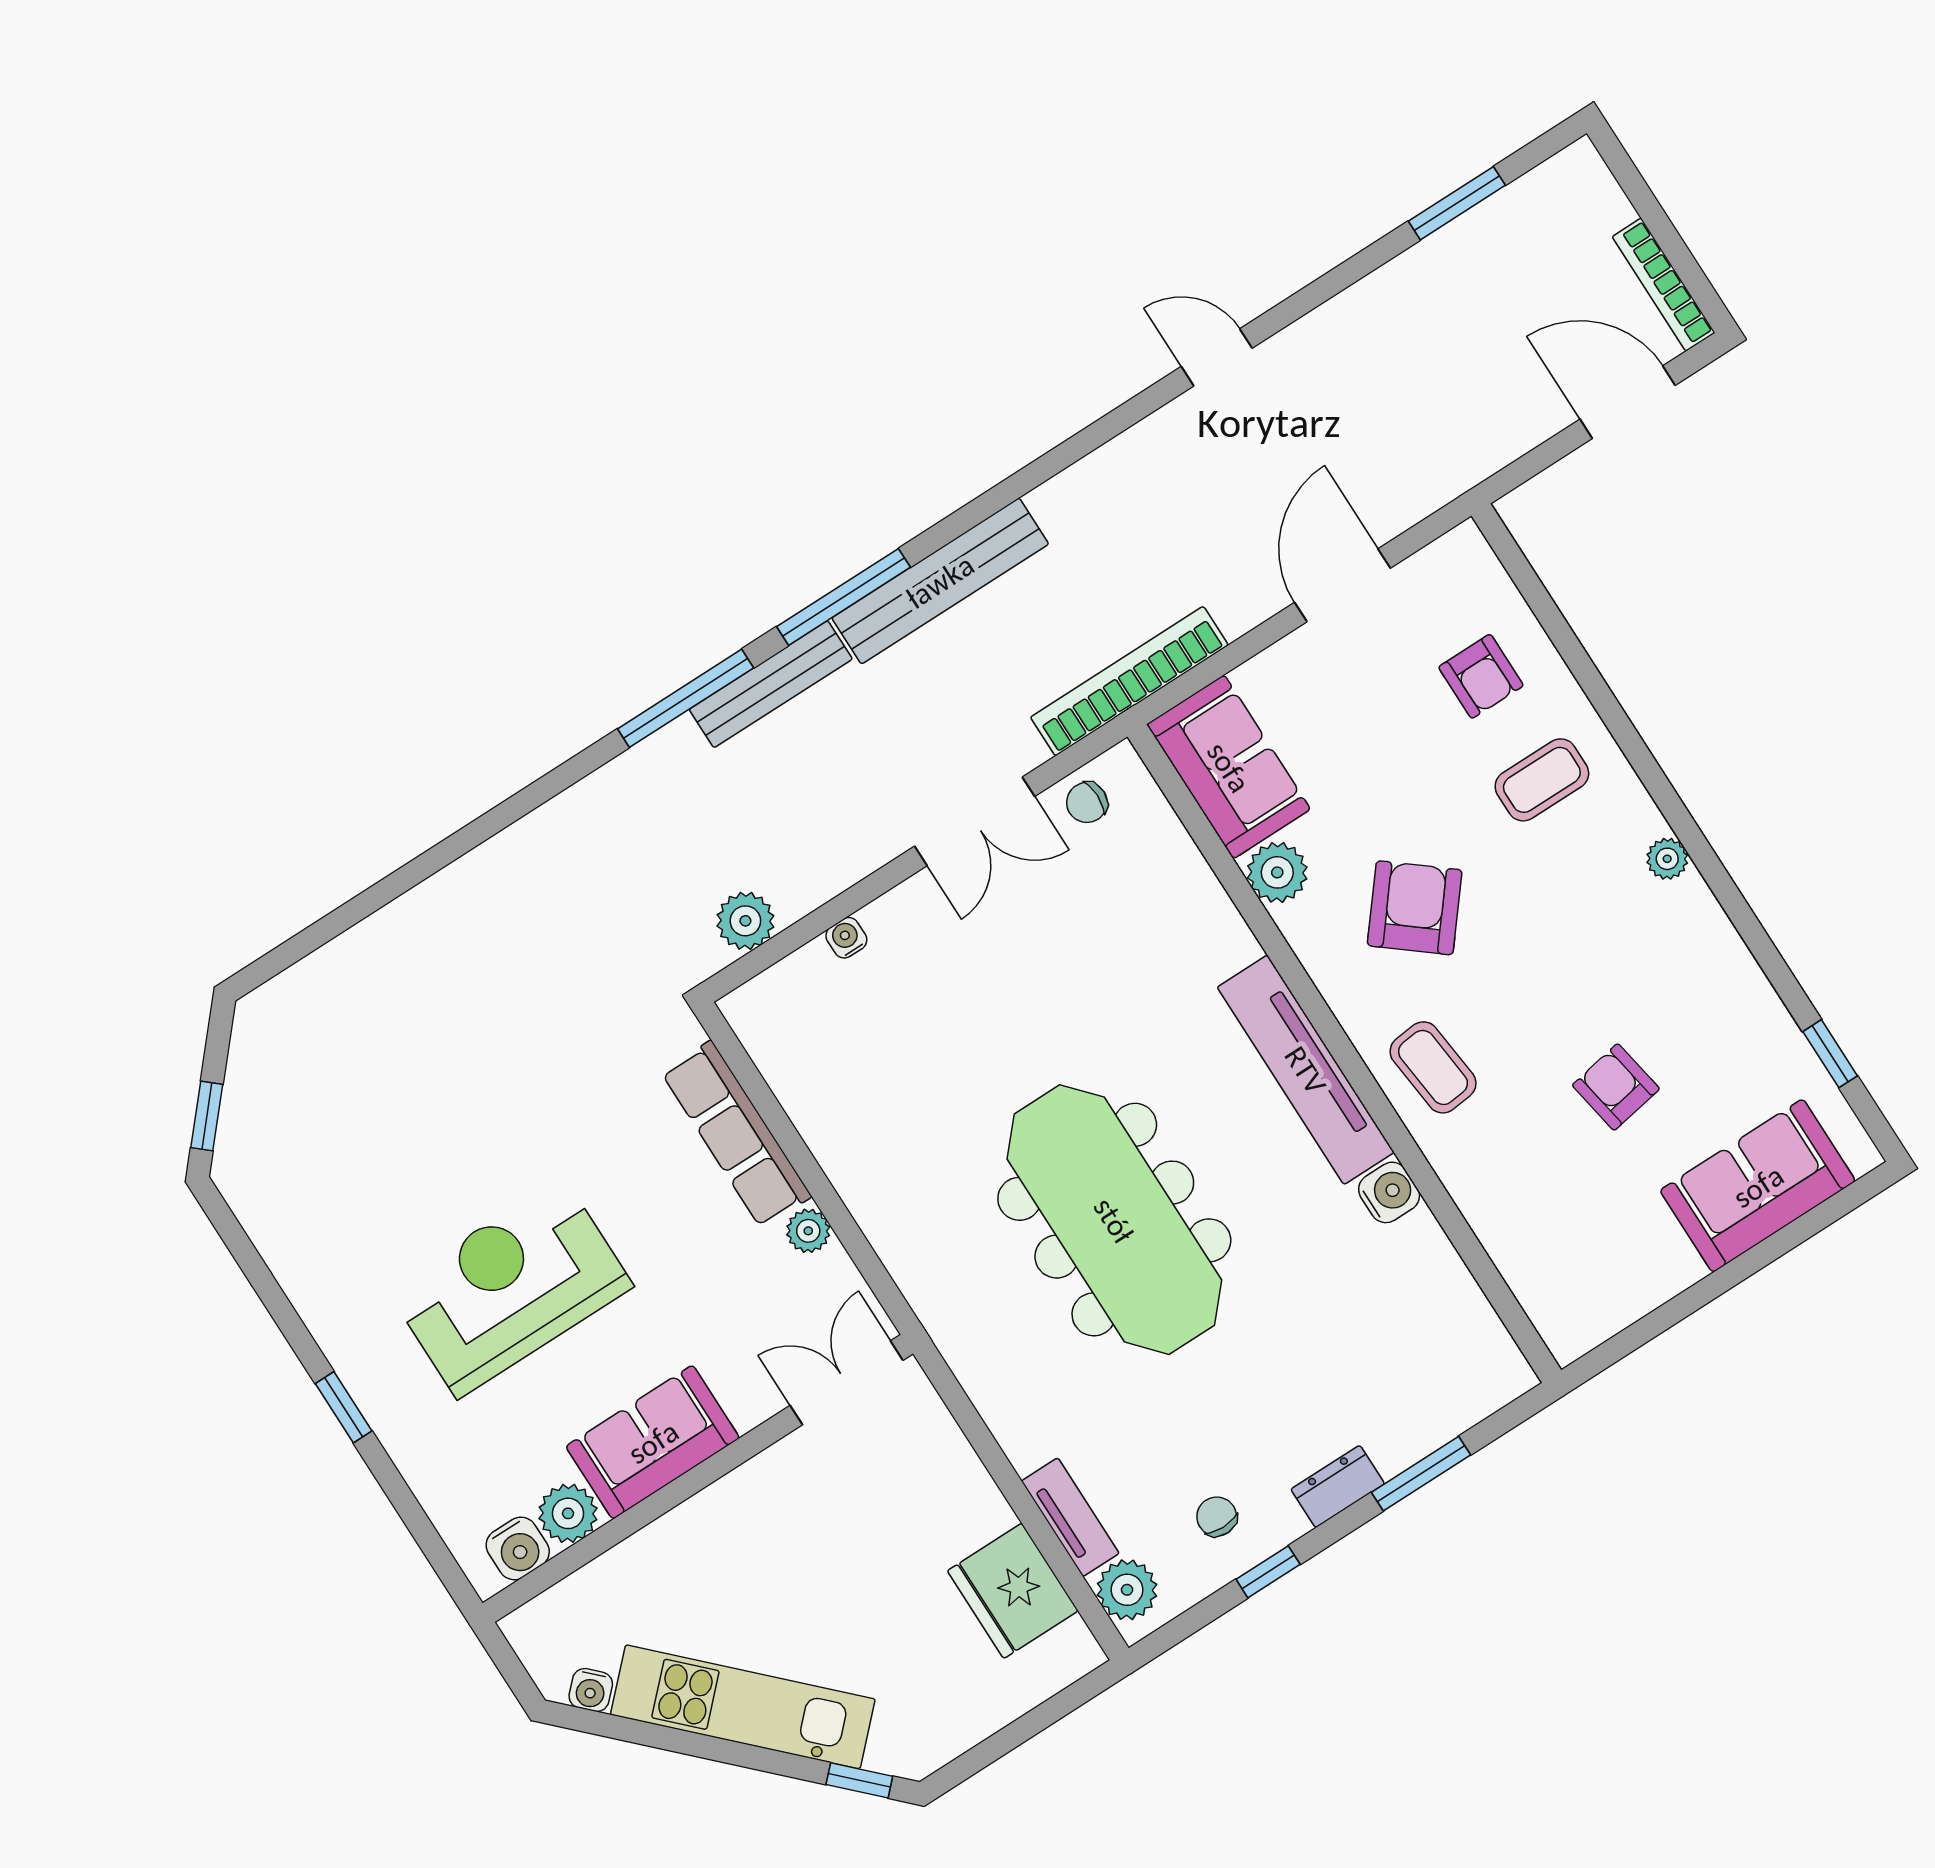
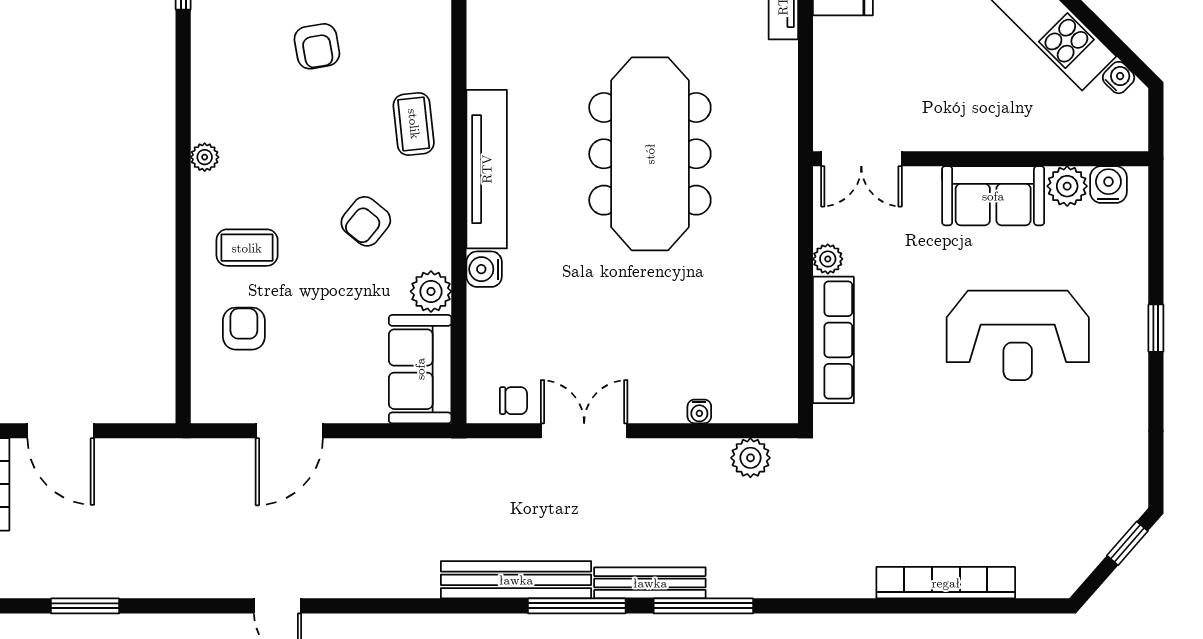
bookcase: (1129, 681) -> (946, 583), moved, turned 180
armchair: (1415, 908) -> (366, 221), width x0.72, depth x0.72
water cooler: (1389, 1192) -> (484, 269), moved

